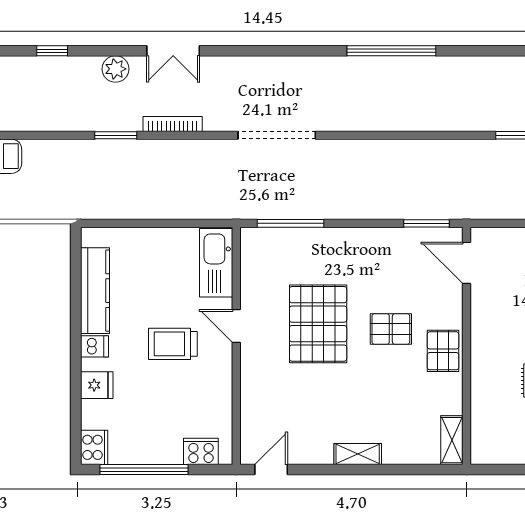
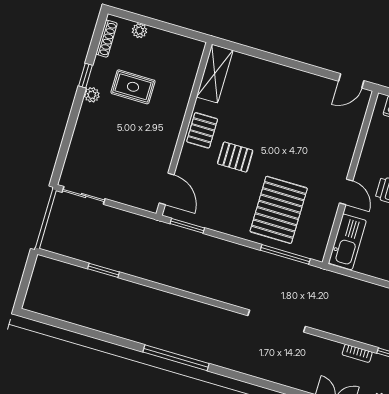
bookcase: (173, 124) -> (357, 353), width x0.64
pallet: (318, 324) -> (279, 210), moved
shelving: (452, 440) -> (215, 74), width x1.50, depth x1.33
shelving: (358, 454) -> (285, 74), removed

